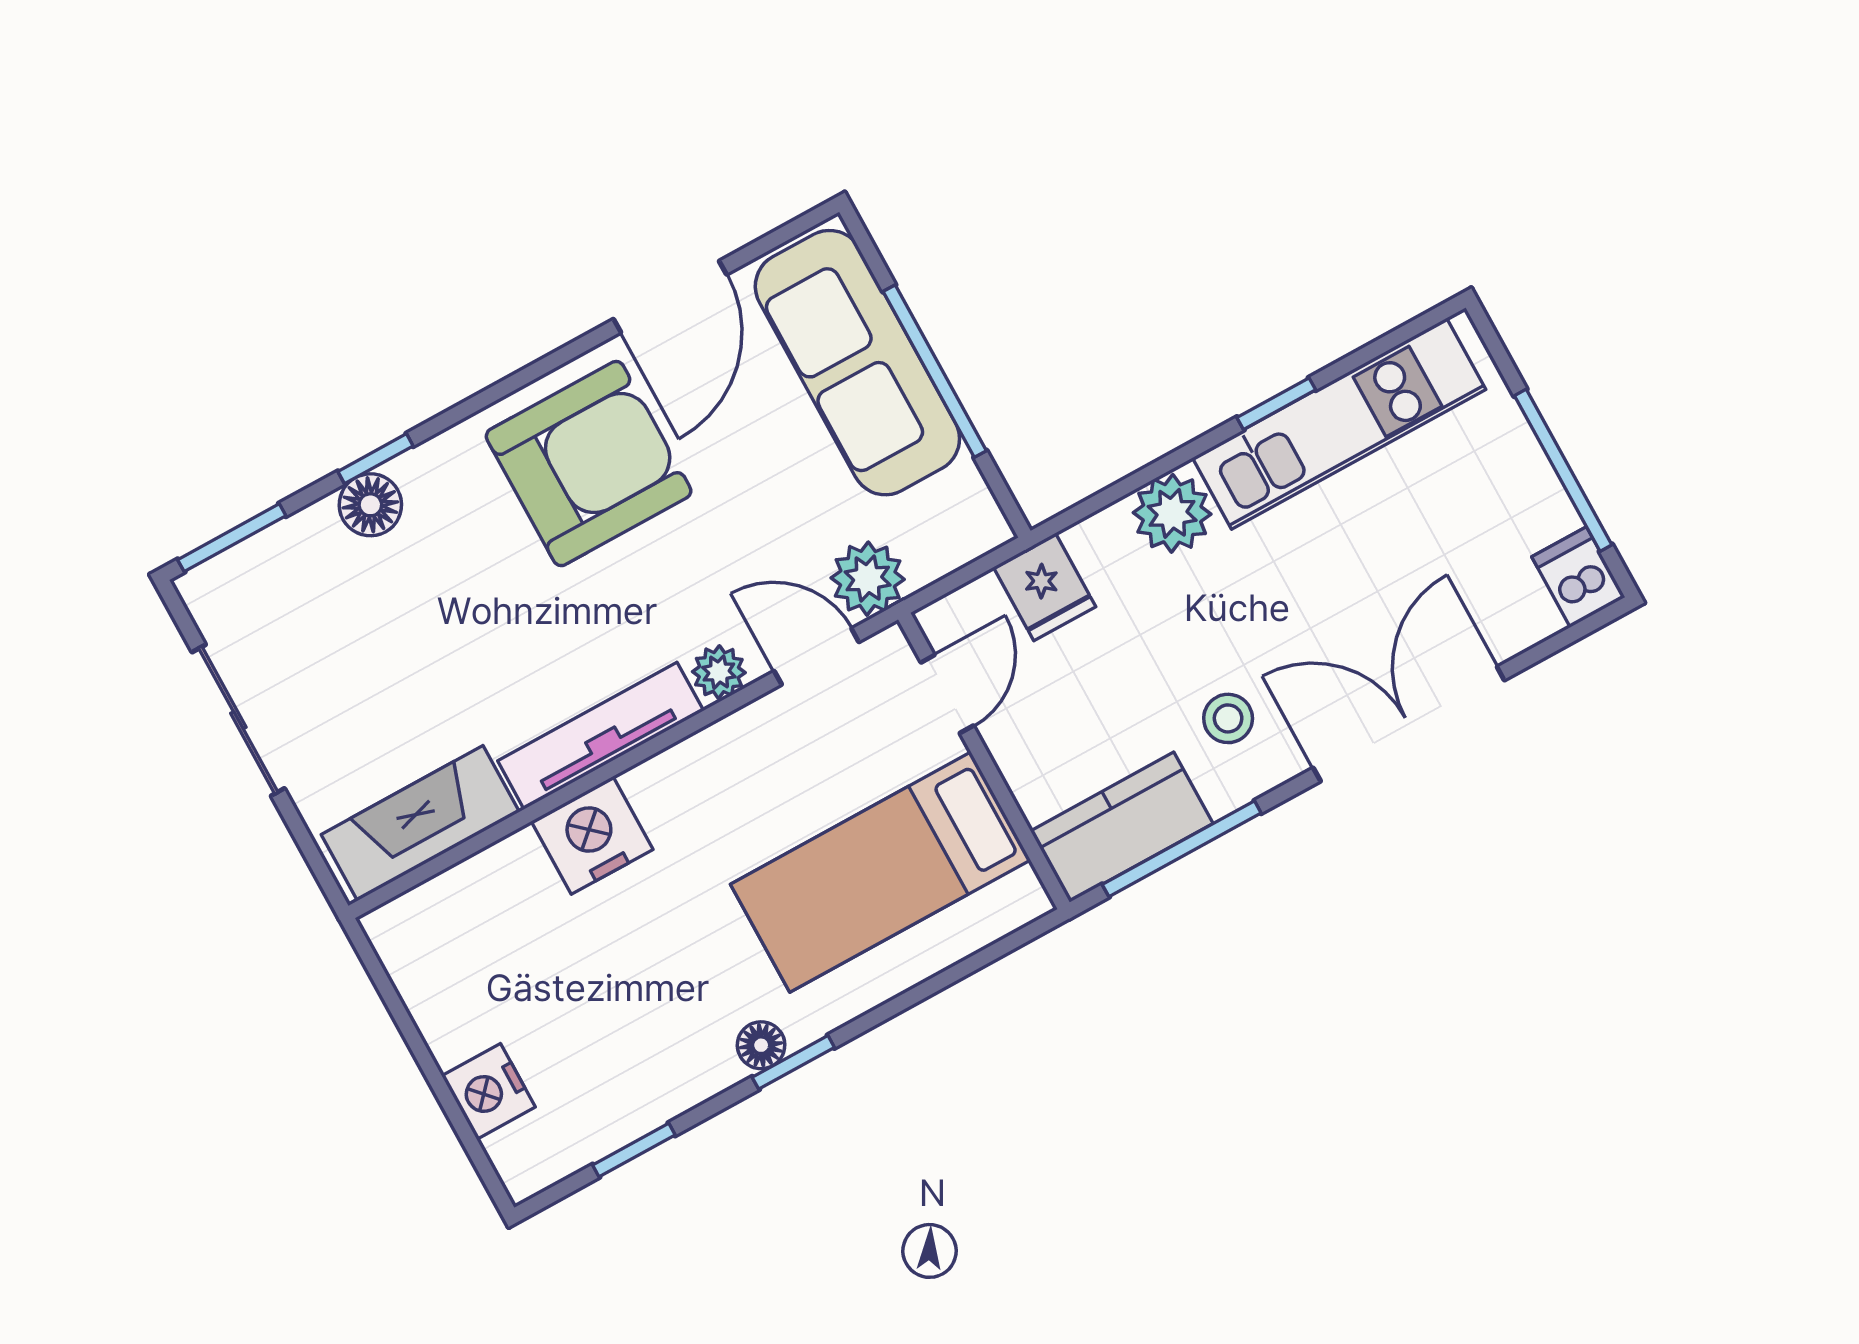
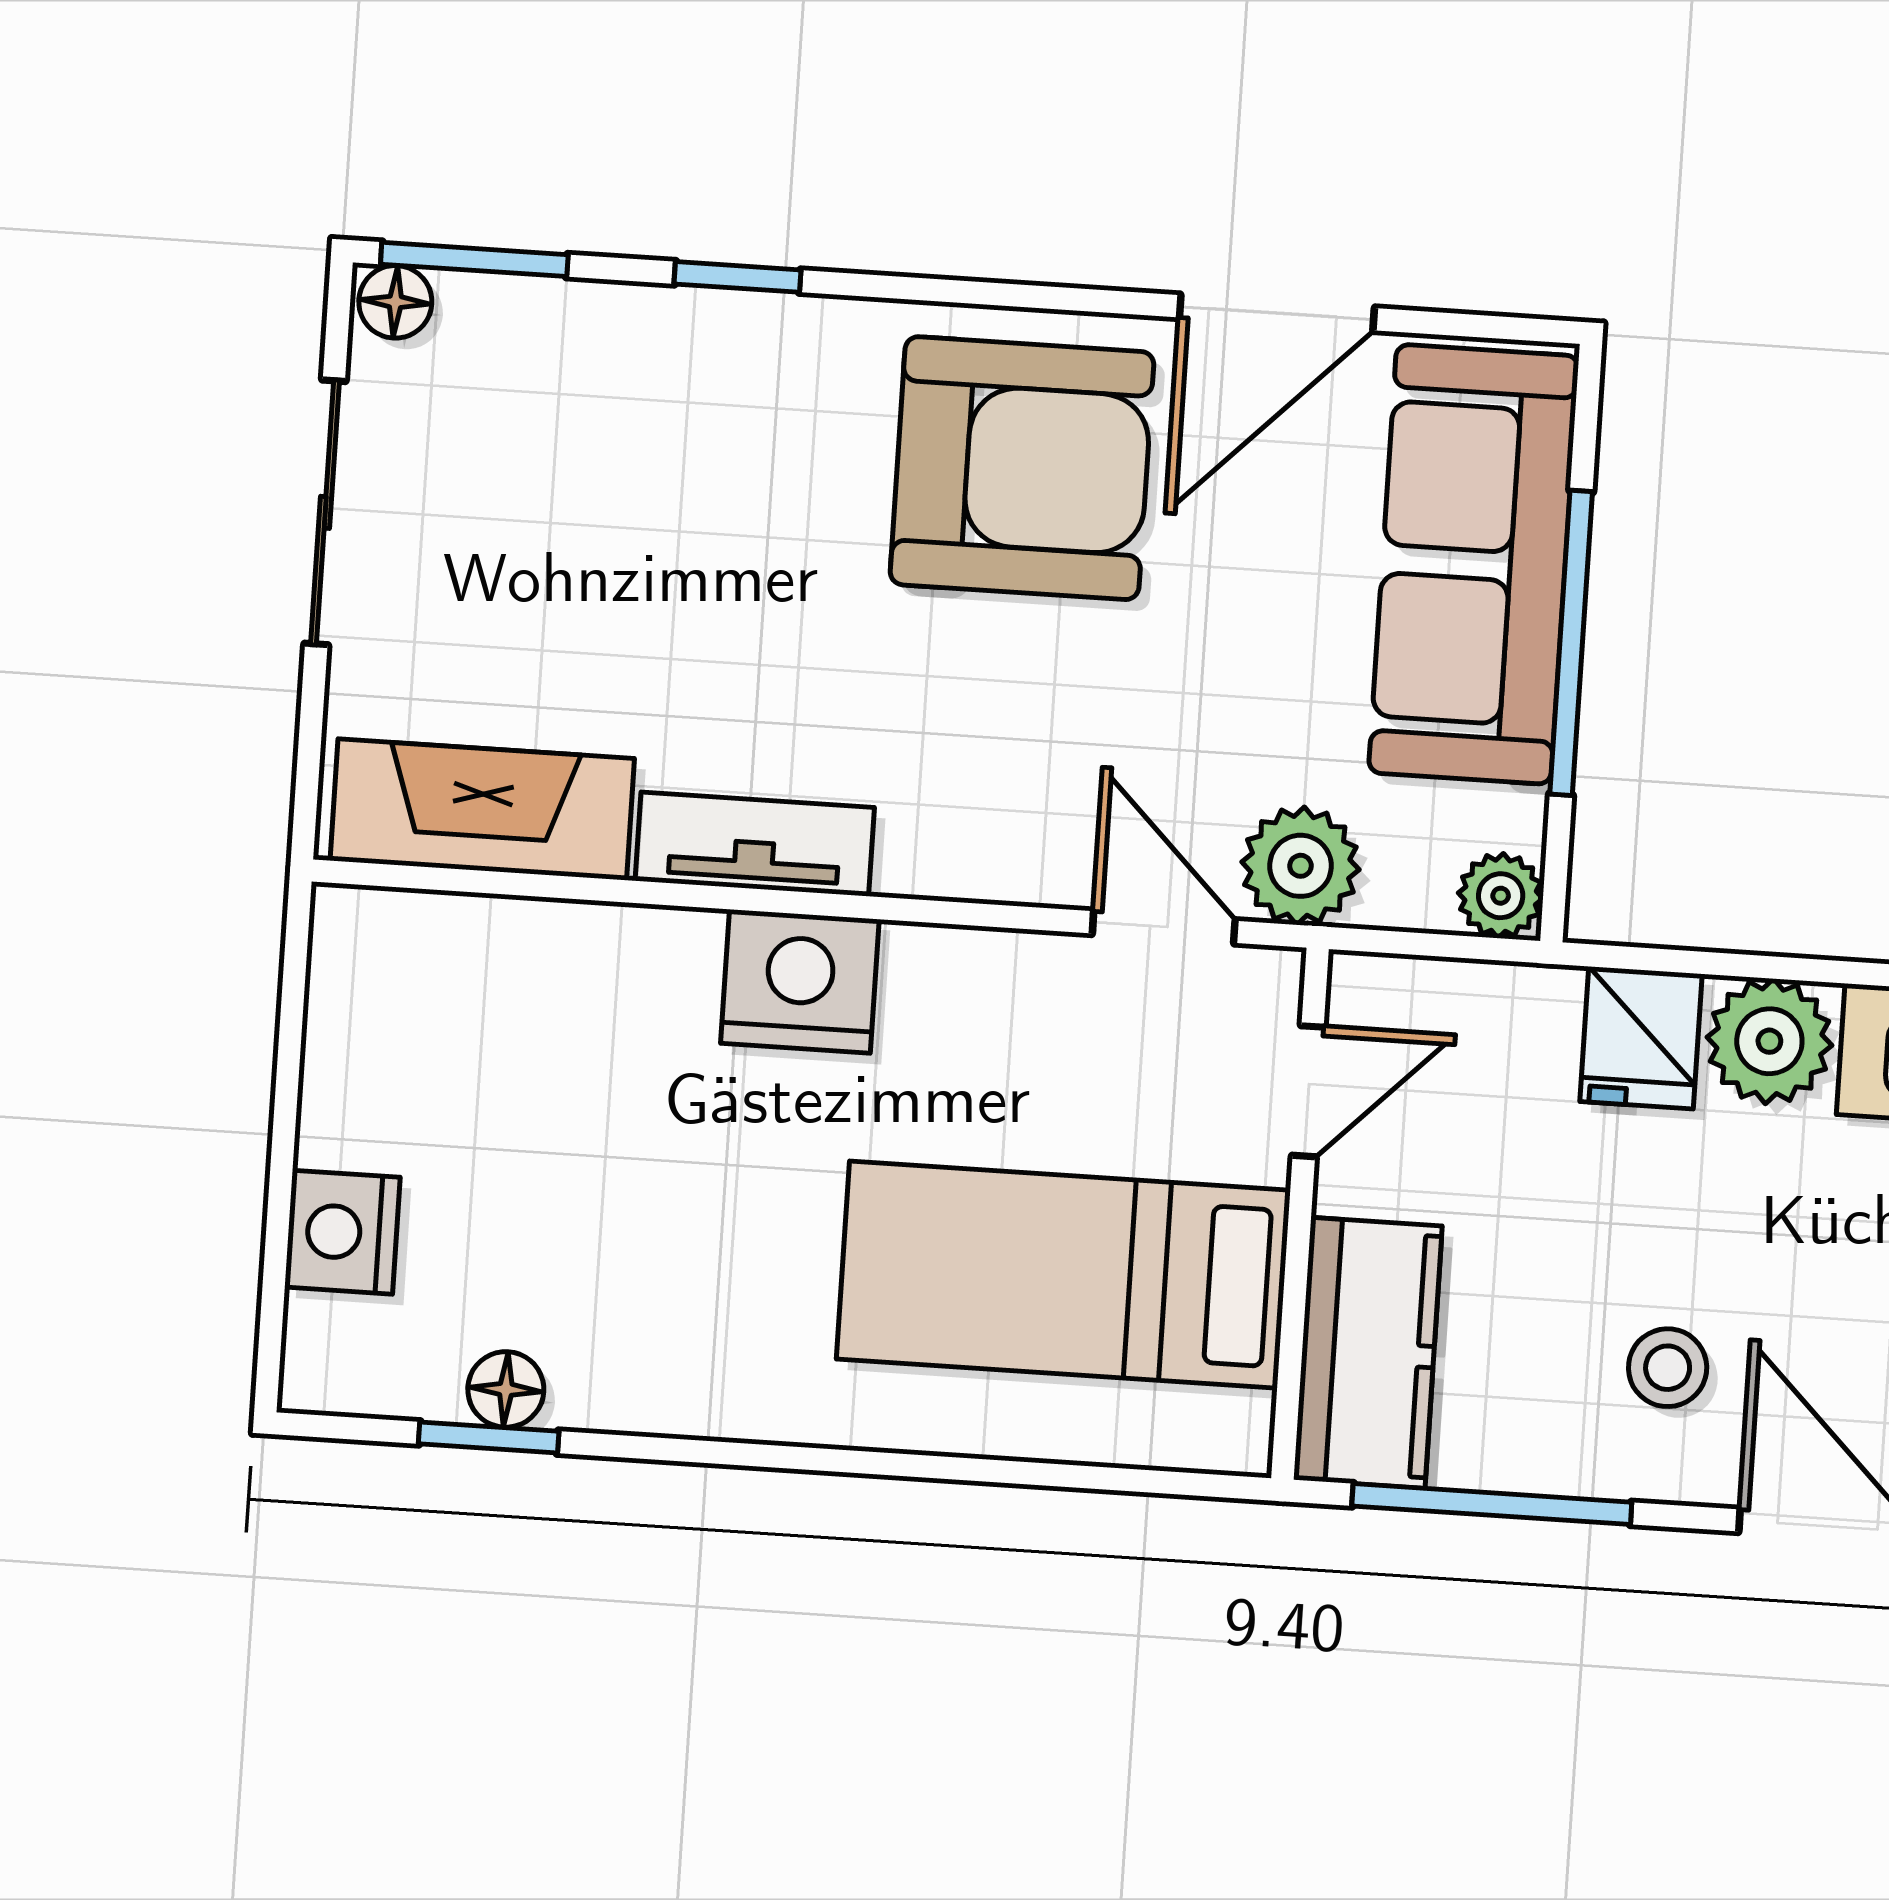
floor lamp: (370, 505) -> (395, 302), moved, width x0.73, depth x0.73
fridge: (1045, 587) -> (1641, 1038), moved
plant: (719, 672) -> (1501, 896), moved
tv unit: (601, 736) -> (755, 844), width x0.71
kitchen counter: (1122, 827) -> (1368, 1353), moved, turned 90
nightstand: (592, 835) -> (800, 981), moved
floor lamp: (761, 1045) -> (506, 1389), moved
window: (793, 1062) -> (781, 1457), removed

